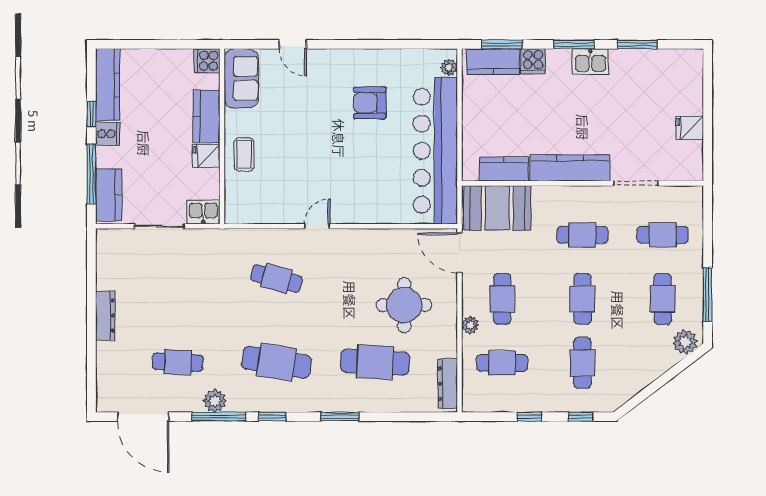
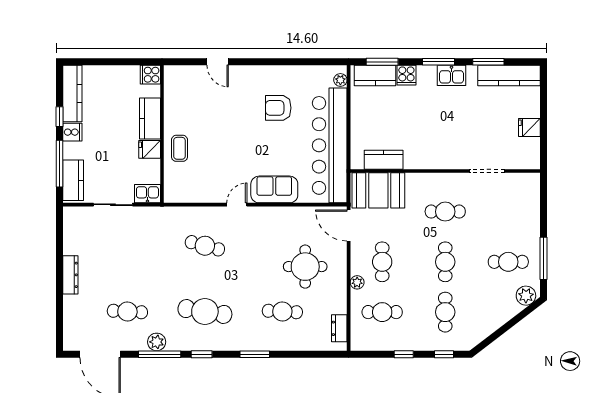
sofa: (241, 78) -> (274, 189), moved, turned -90
kitchen counter: (570, 168) -> (509, 76), moved, turned 180
cafe table: (663, 235) -> (508, 212), removed
cafe table: (663, 299) -> (508, 262), turned 90
cafe table: (375, 362) -> (282, 312), width x0.73, depth x0.74
dresser: (448, 384) -> (339, 328), width x0.70

